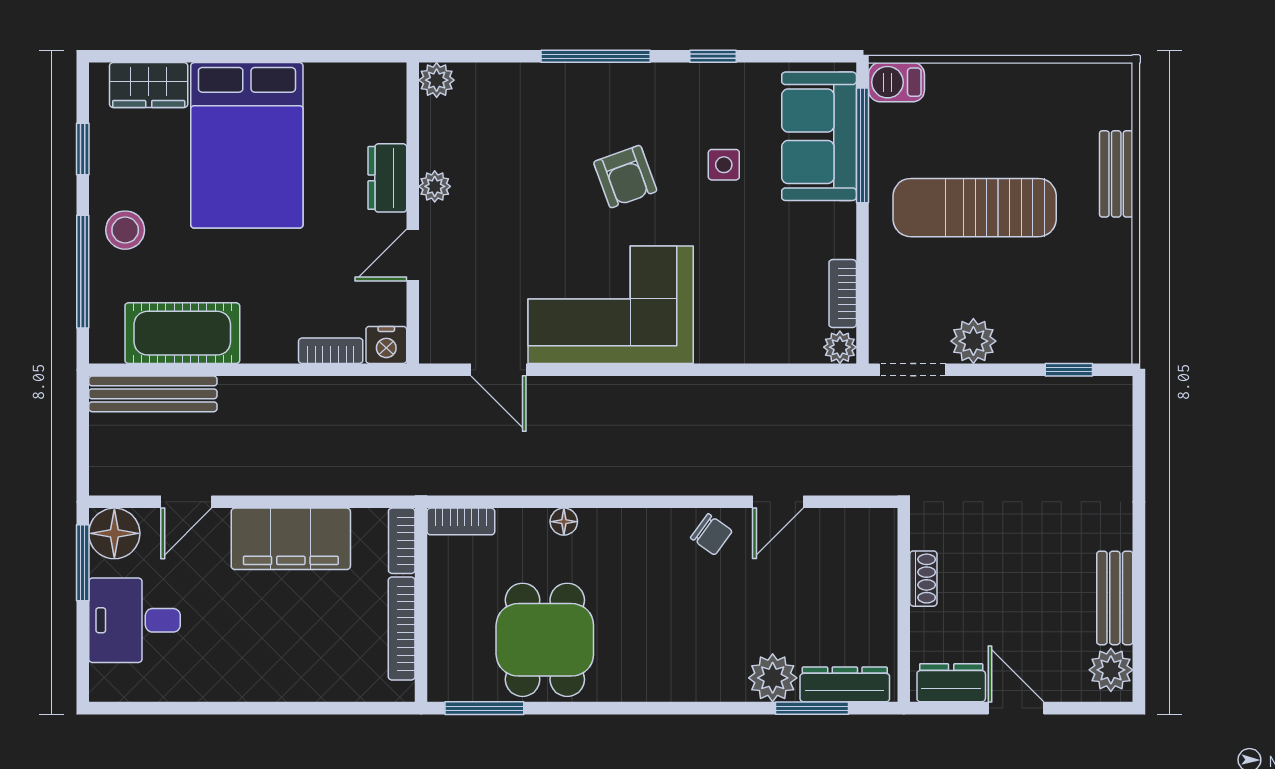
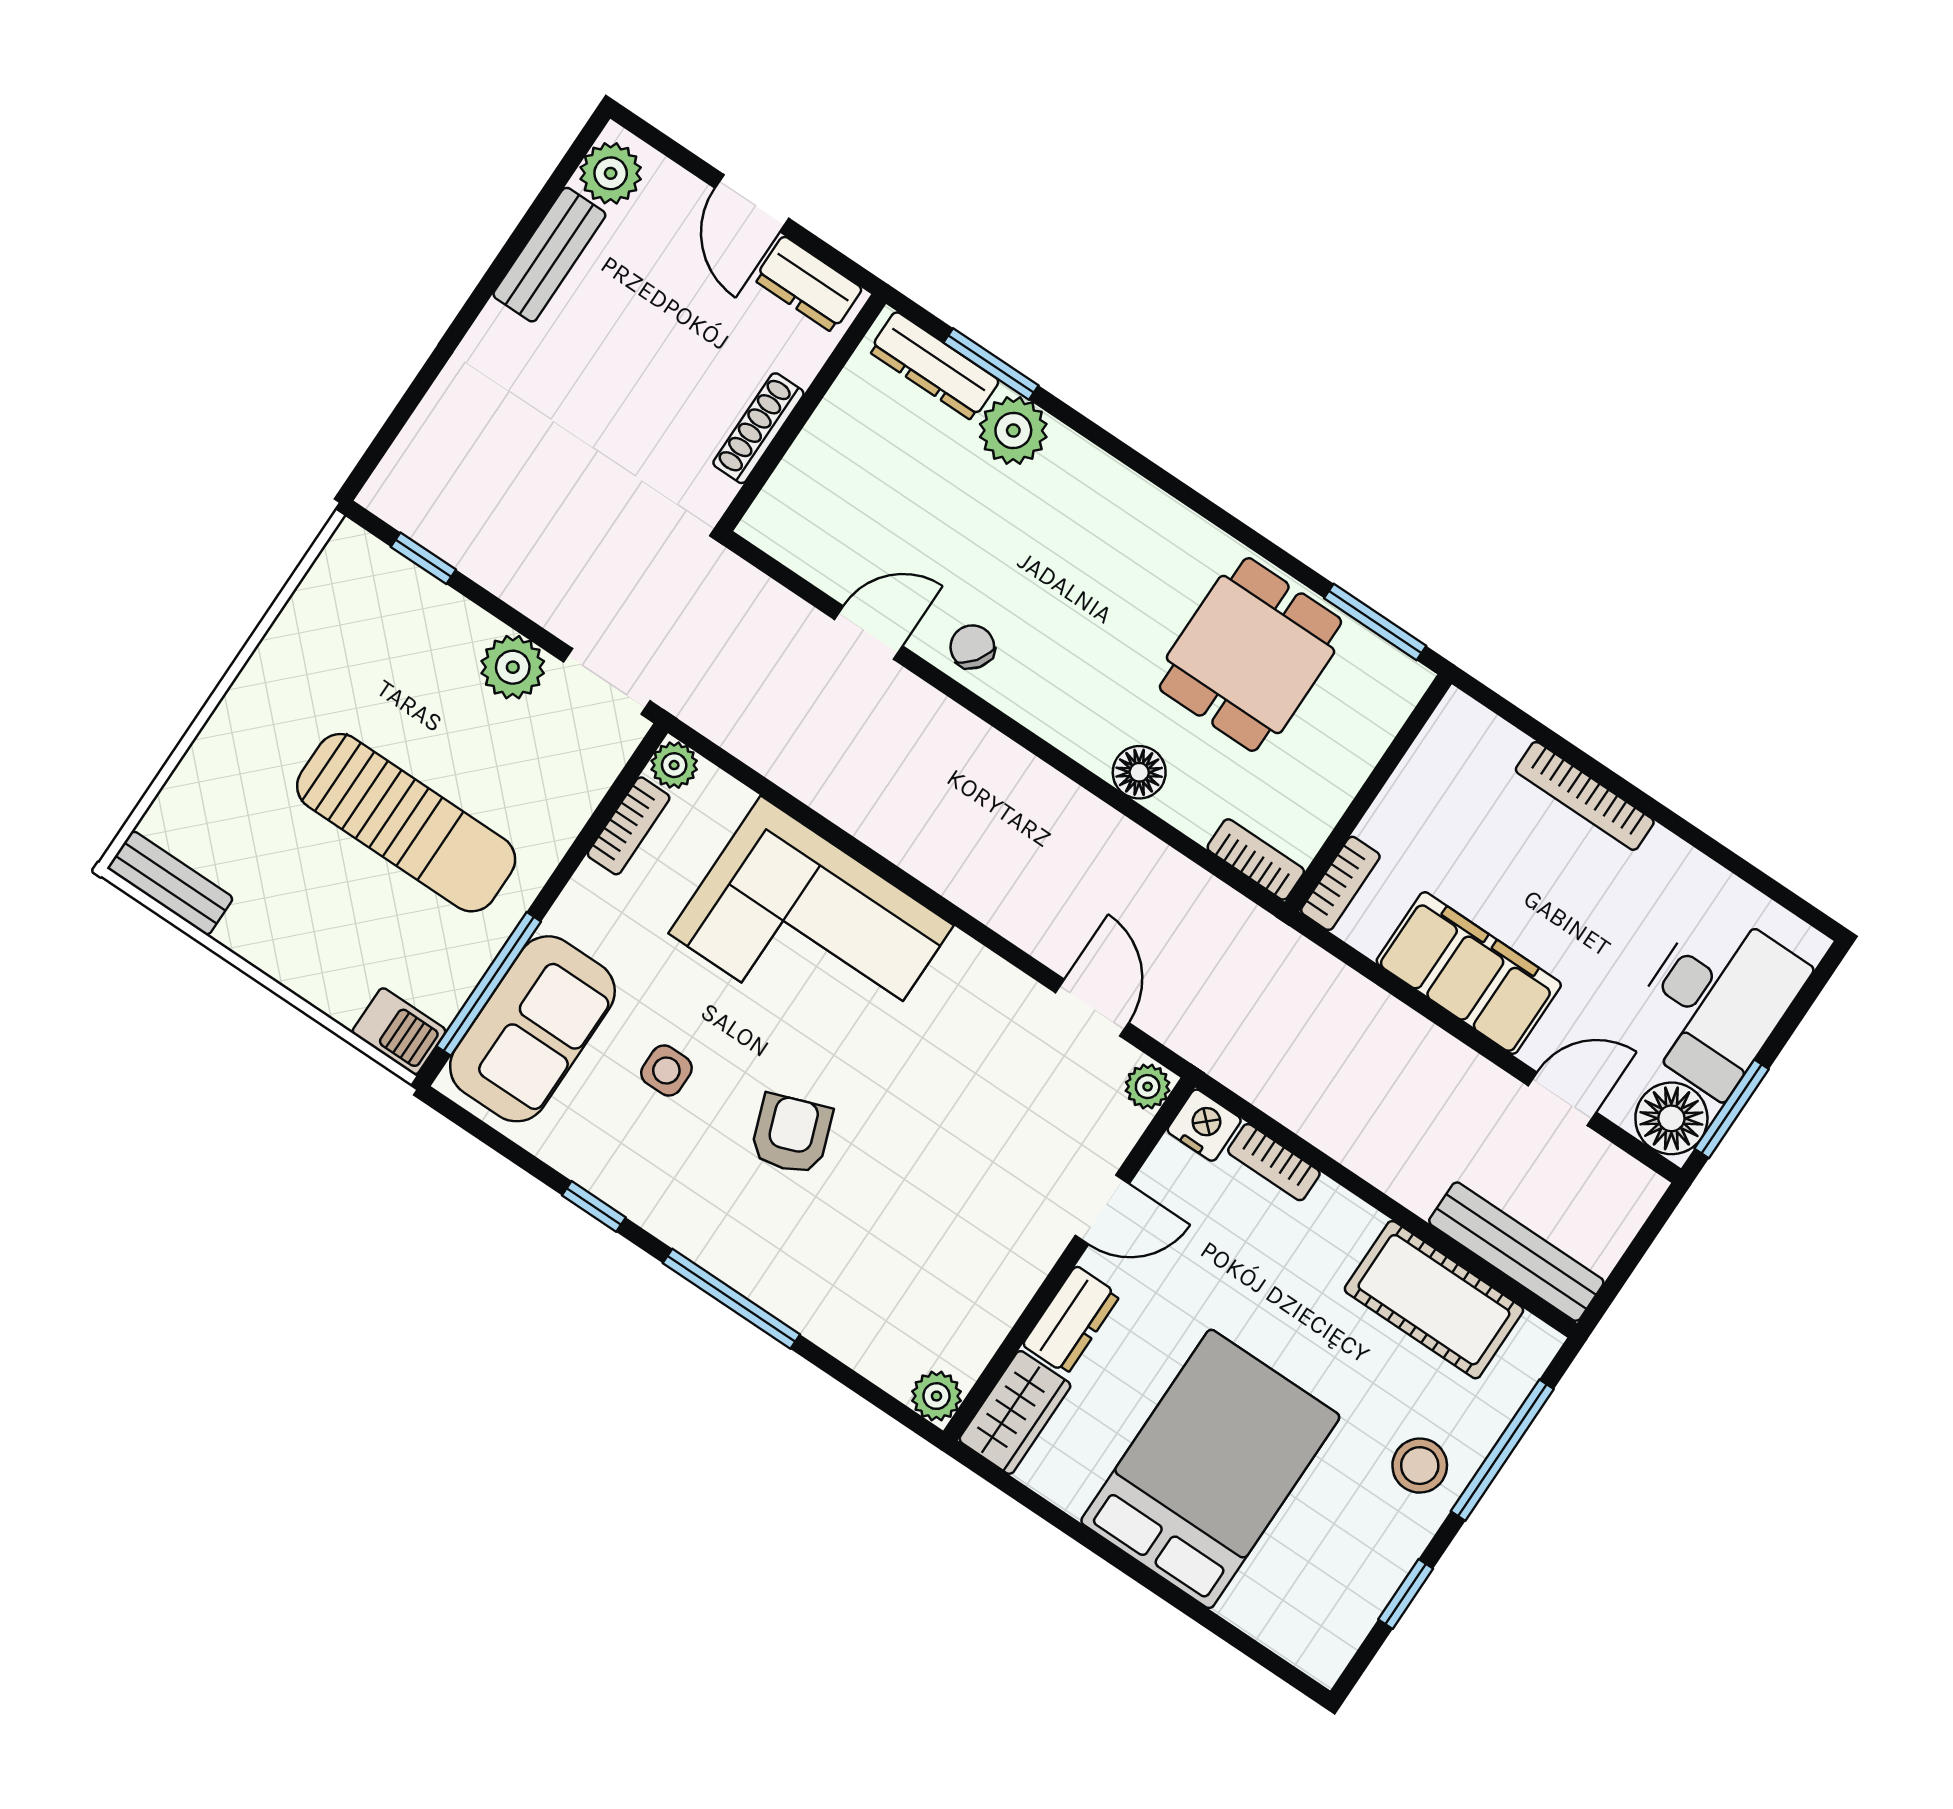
wardrobe: (149, 85) -> (1015, 1412), moved, turned 90
bench: (1116, 174) -> (170, 883), moved, turned 90
plant: (435, 186) -> (1148, 1087), moved
corner sofa: (611, 305) -> (811, 929), moved
floor lamp: (564, 522) -> (1139, 772), width x1.37, depth x1.37
shoe rack: (923, 579) -> (758, 428), width x1.43
desk: (135, 620) -> (1716, 1001), width x1.37
bookcase: (402, 628) -> (1585, 796), moved, turned 90

